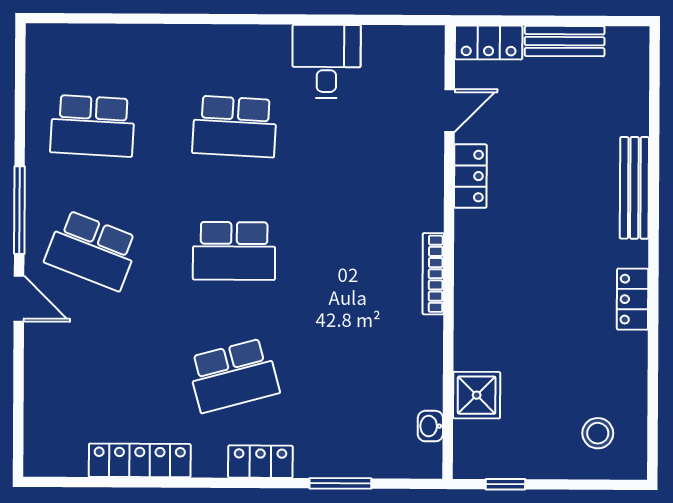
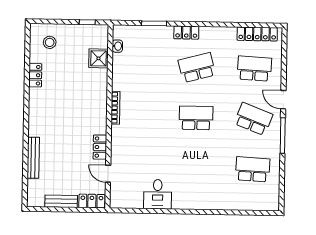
door: (450, 110) -> (108, 174), hinge flipped
school desk: (235, 127) -> (254, 69), moved
bench: (634, 188) -> (33, 158), moved
locker: (633, 299) -> (35, 75), moved
locker: (140, 460) -> (257, 34), moved

